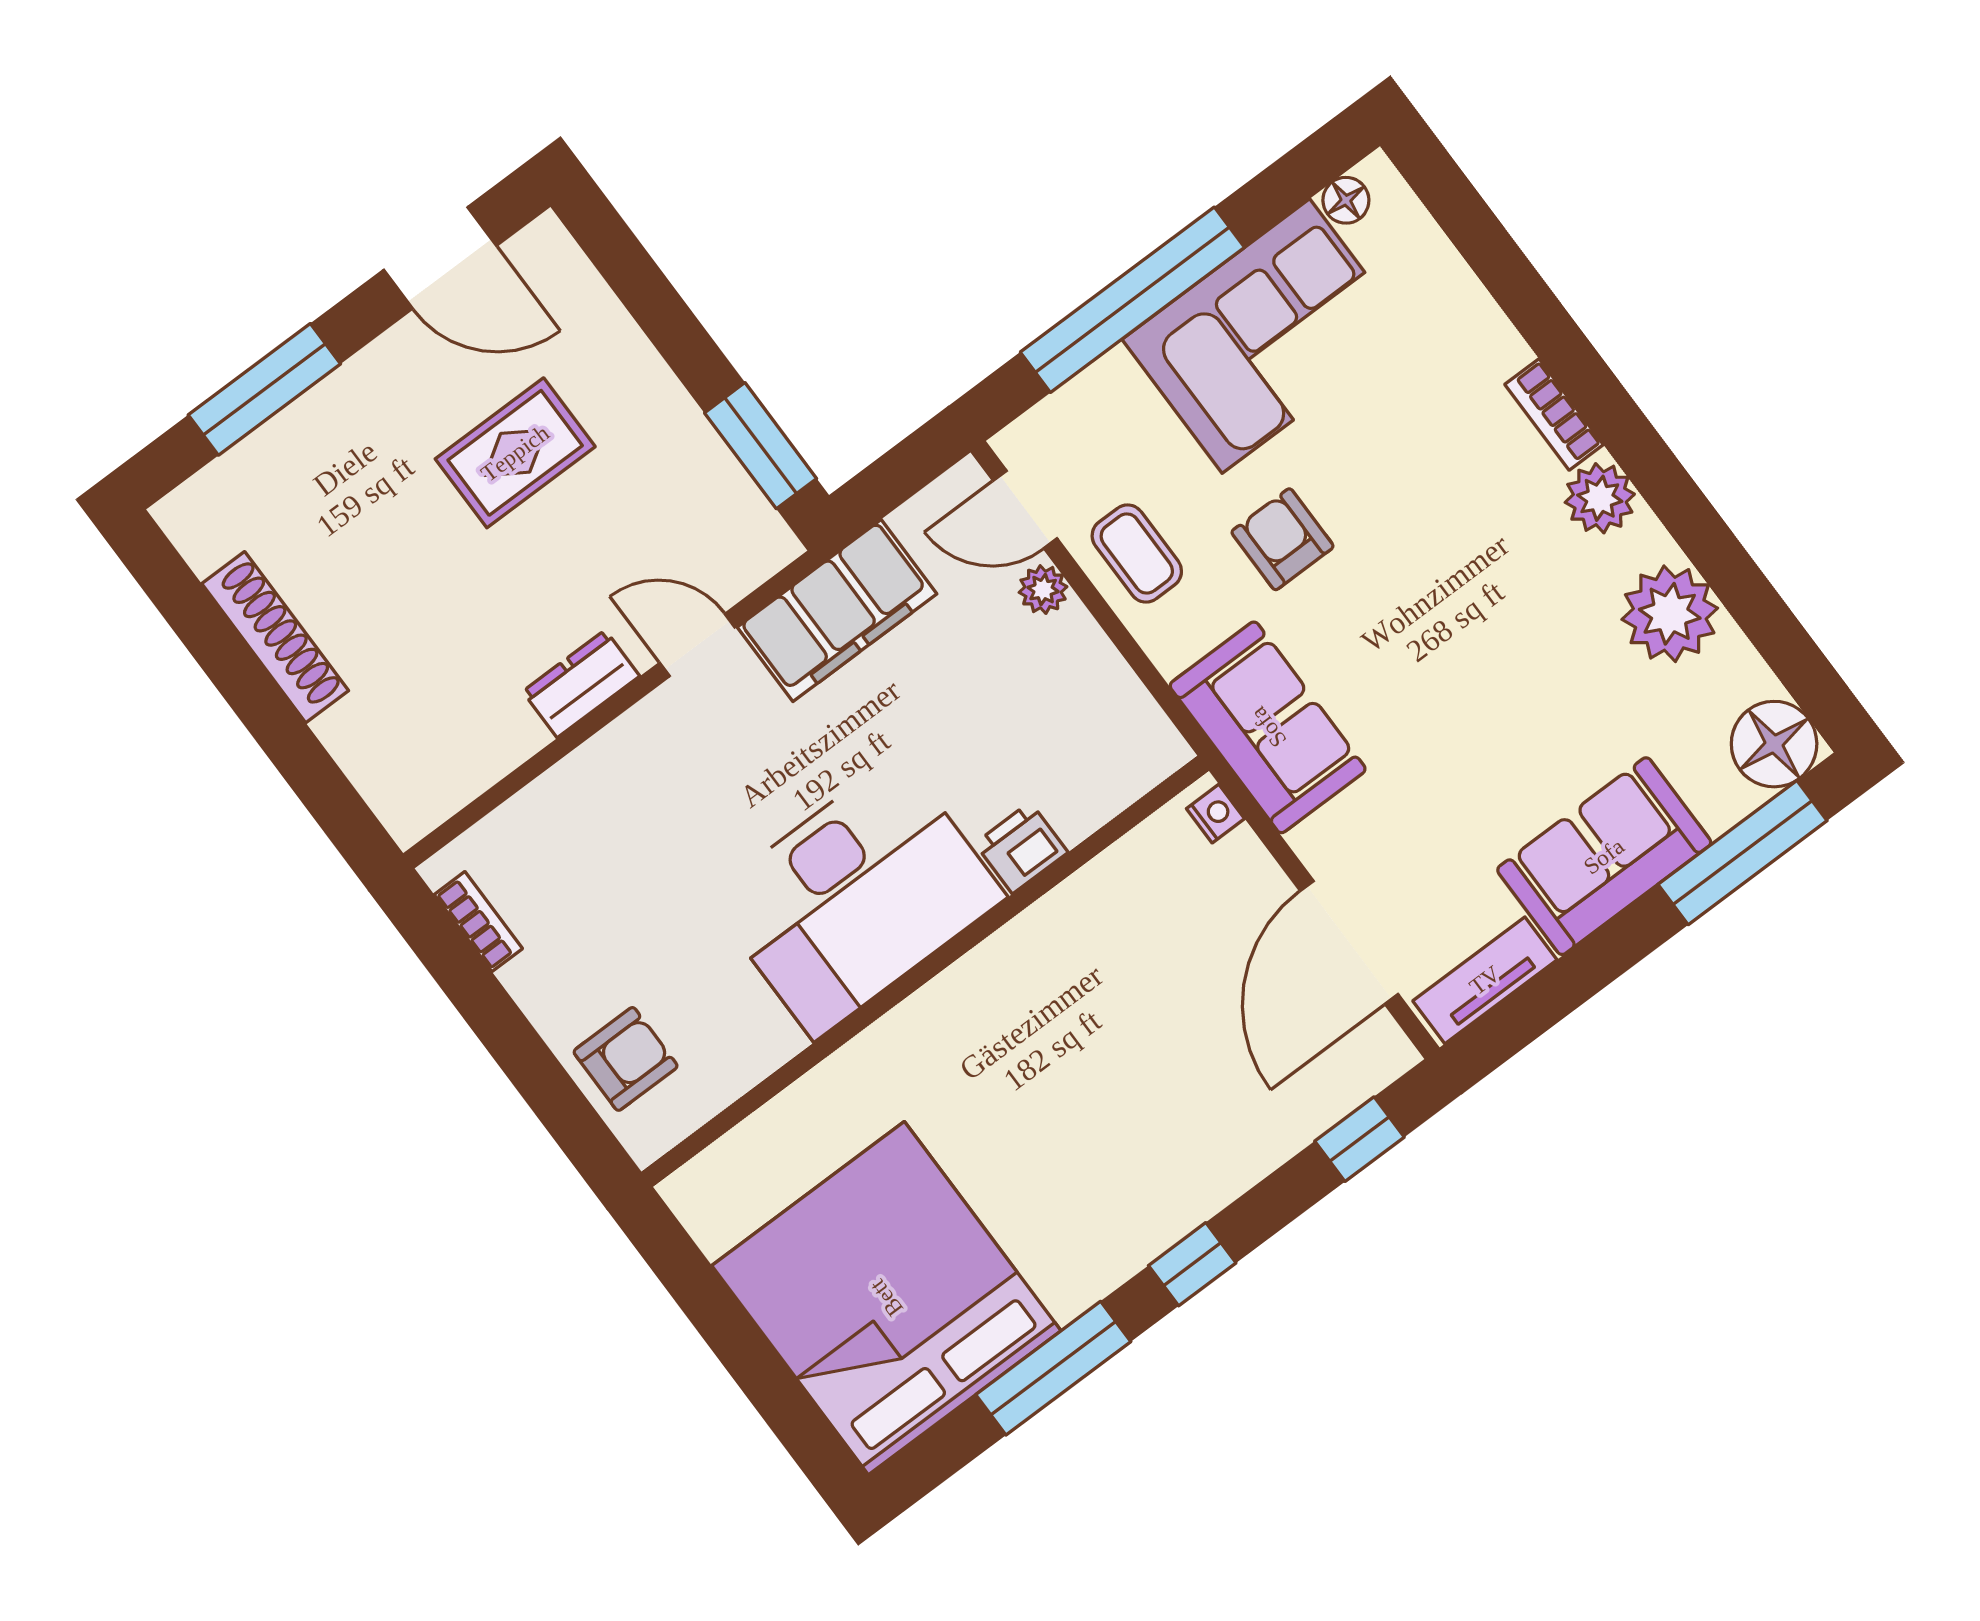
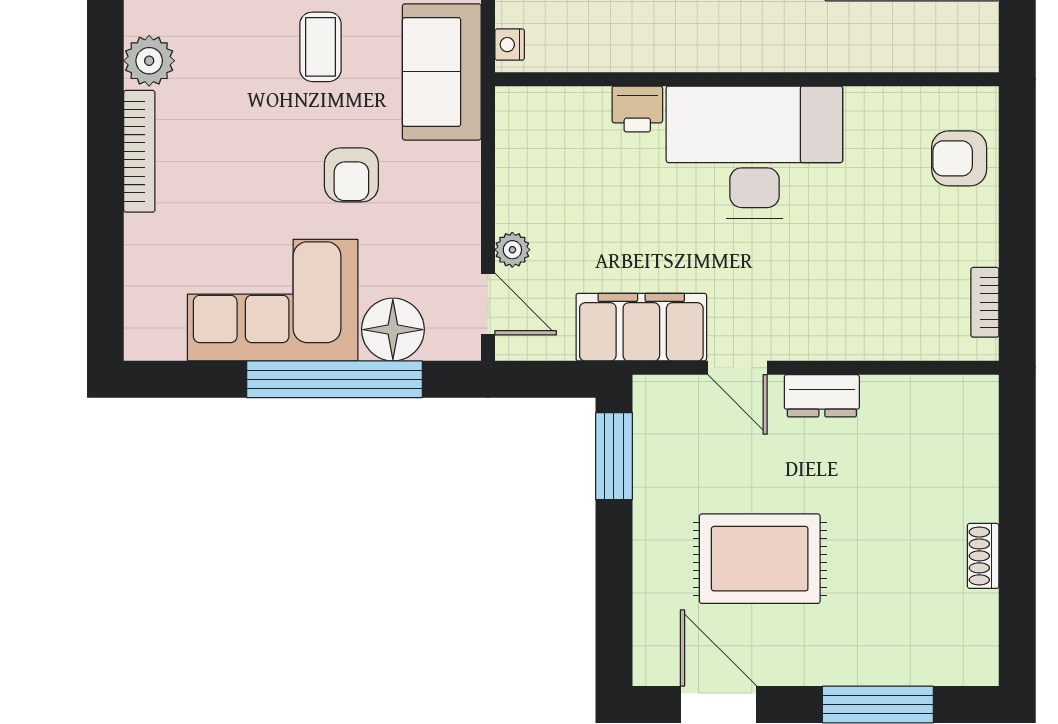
floor lamp: (1346, 200) -> (393, 330), moved, width x1.89, depth x1.89
bookcase: (1554, 414) -> (139, 151), width x1.56
rug: (515, 453) -> (760, 559), width x1.36, depth x1.43
coffee table: (1137, 554) -> (321, 47), moved
shoe rack: (275, 637) -> (983, 556), width x0.51, depth x0.81

